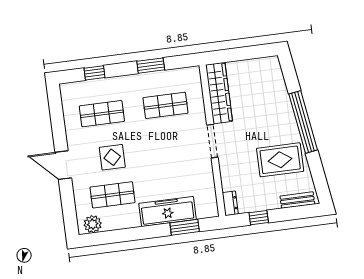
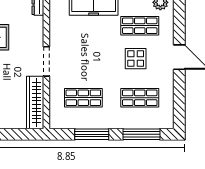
window: (151, 66) -> (92, 134), width x1.44
window: (95, 73) -> (142, 134), width x2.17

